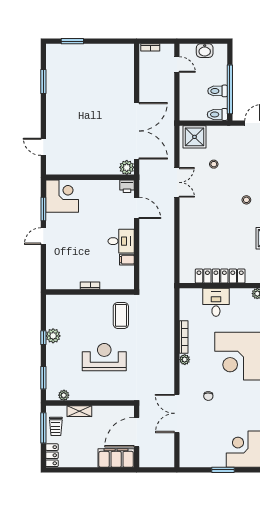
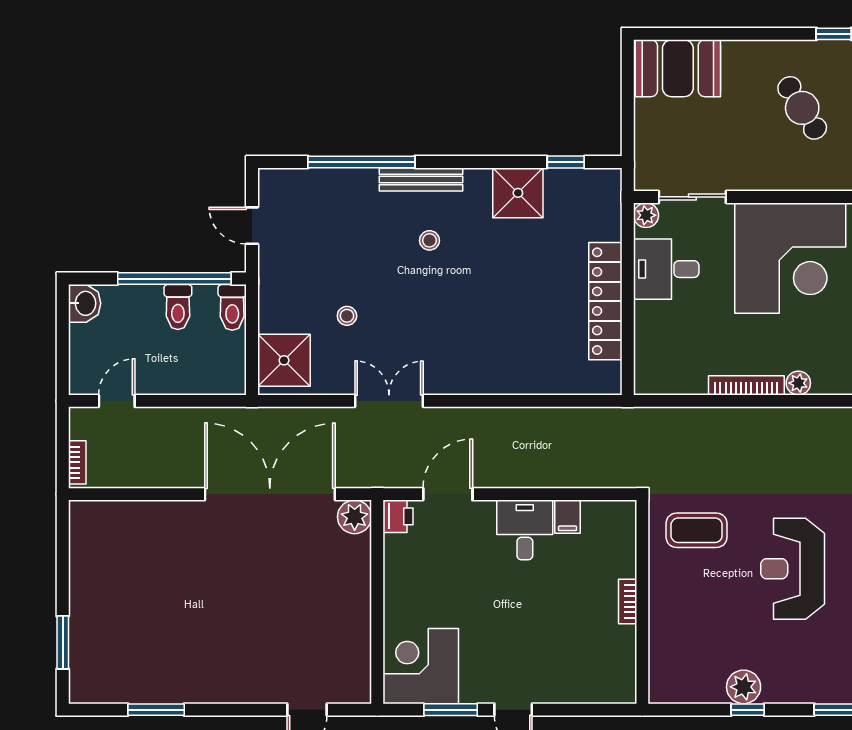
washbasin: (205, 51) -> (85, 303), moved
desk: (216, 302) -> (666, 269), moved

